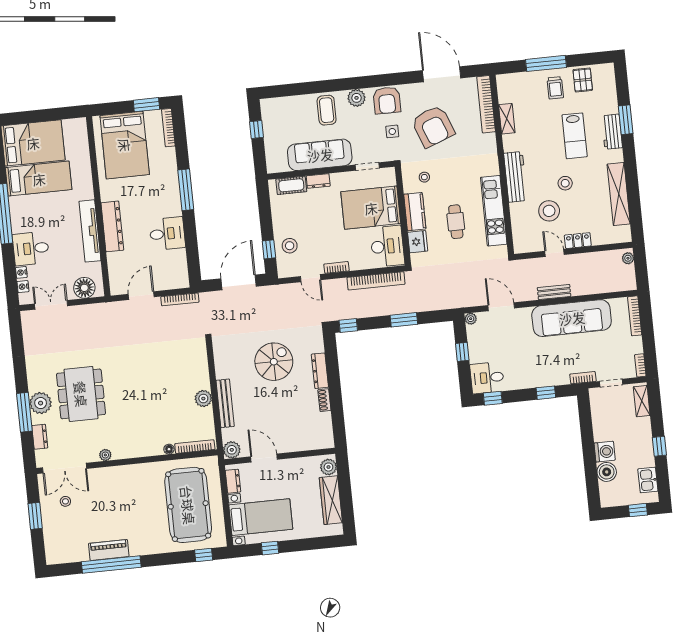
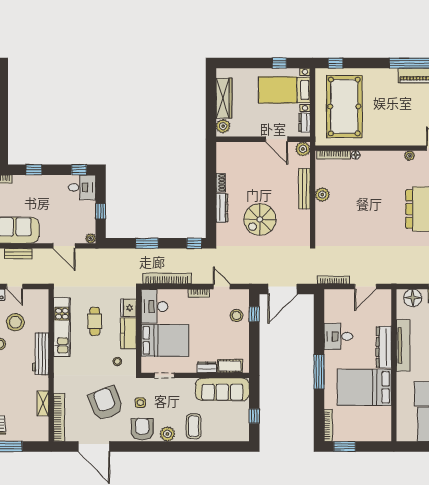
bed: (125, 145) -> (364, 387), moved, turned -90
sofa: (320, 155) -> (222, 389), moved

